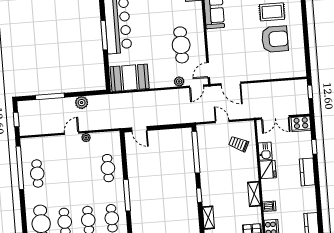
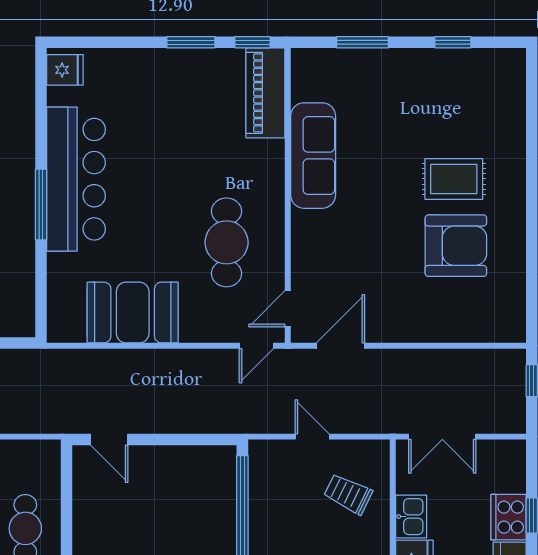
booth: (130, 78) -> (133, 313), moved
plant: (179, 81) -> (215, 331), removed
door: (231, 84) -> (340, 346), swing flipped
cooker: (301, 124) -> (509, 517), moved, turned 90

